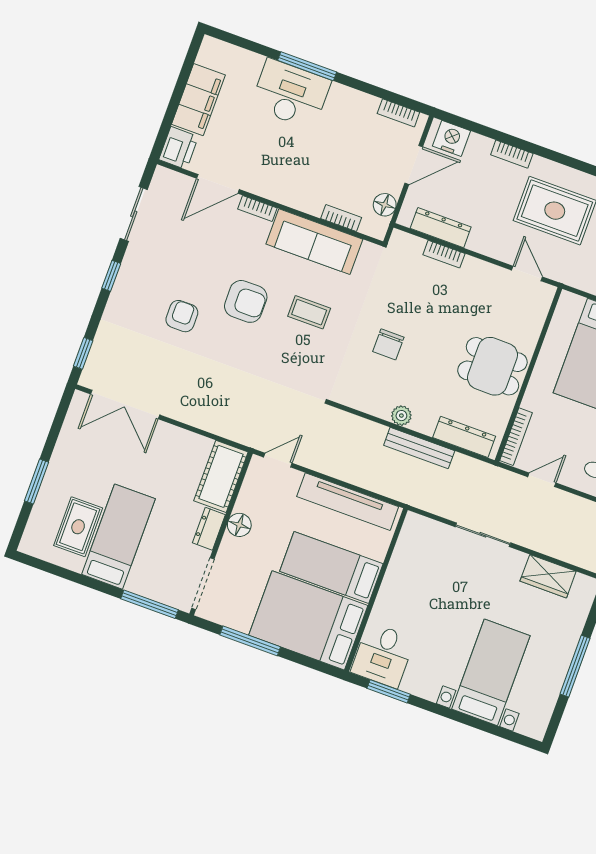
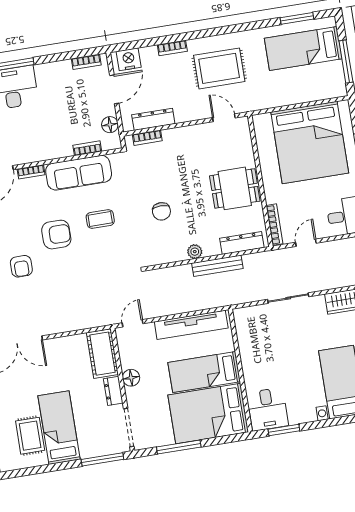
bookcase: (444, 254) -> (147, 138), moved
armchair: (182, 316) -> (21, 266), turned 180

